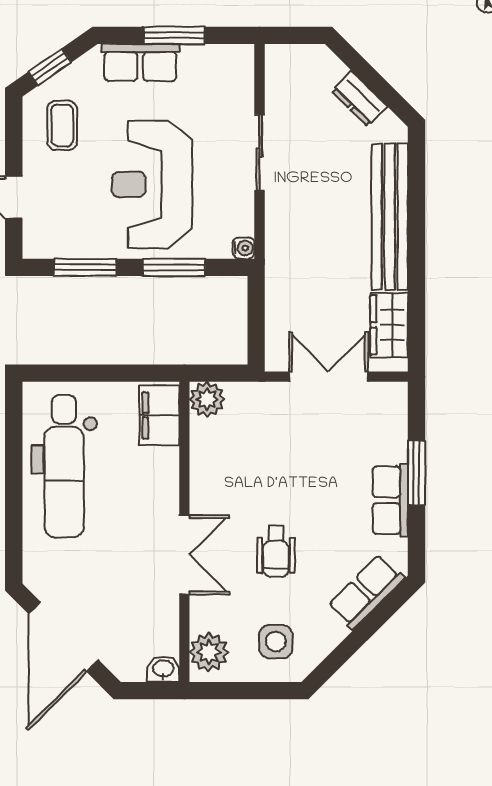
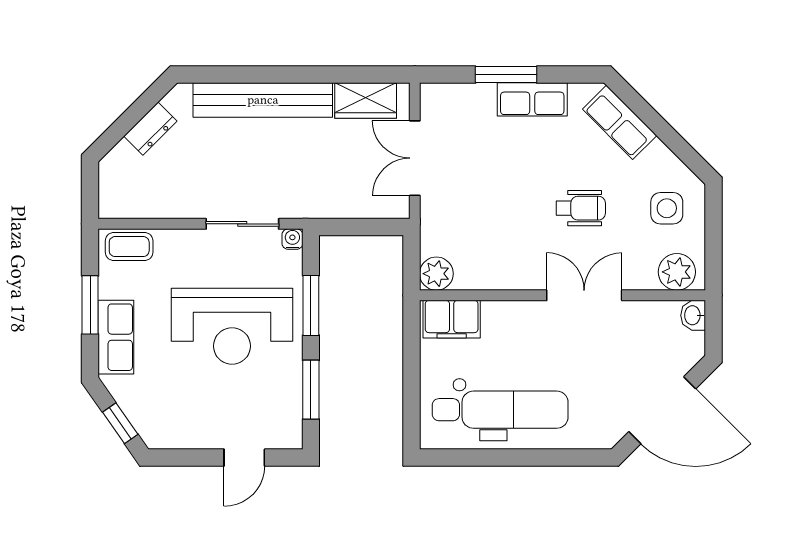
coffee table: (62, 125) -> (129, 247), moved
sliding door: (259, 153) -> (242, 224), moved

